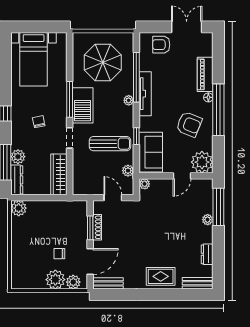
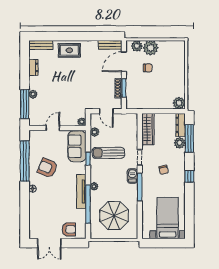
piano: (205, 74) -> (35, 206), removed
barbecue: (83, 105) -> (132, 176), width x0.53, depth x0.65
window: (218, 110) -> (25, 161), moved
plant: (202, 162) -> (37, 139), removed

